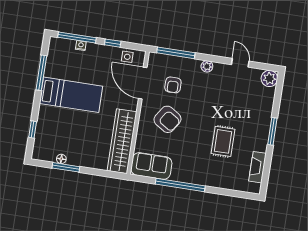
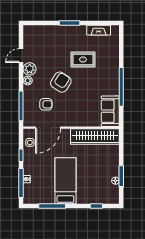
plant: (269, 78) -> (30, 69), moved
armchair: (167, 119) -> (61, 82), moved

